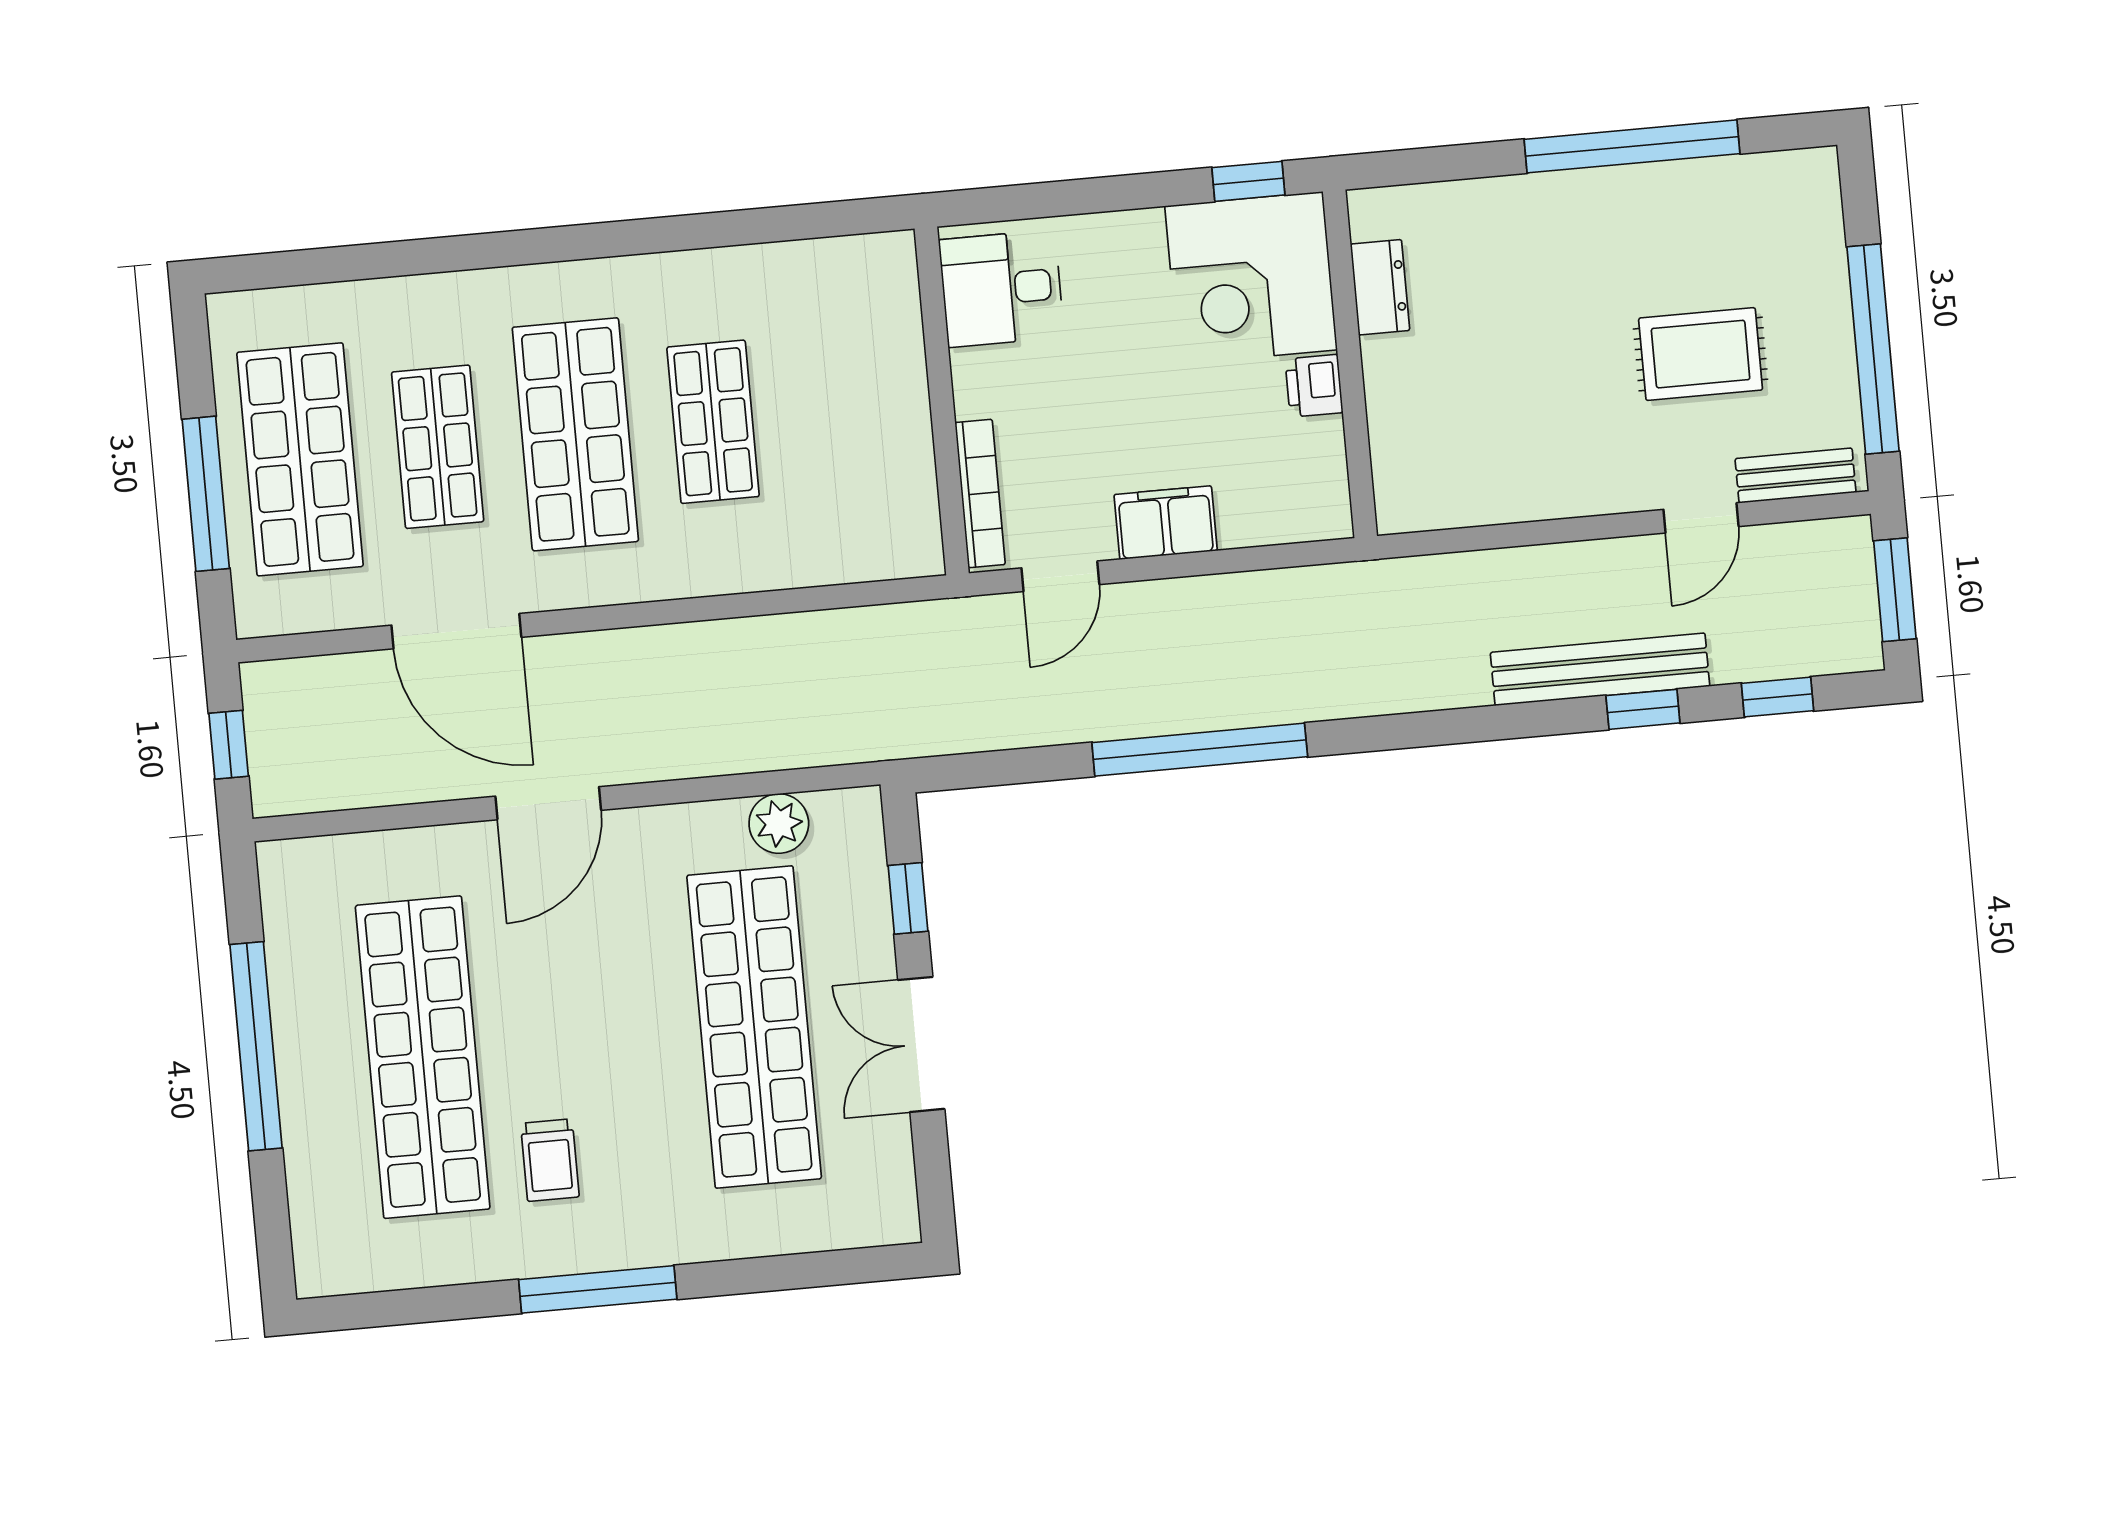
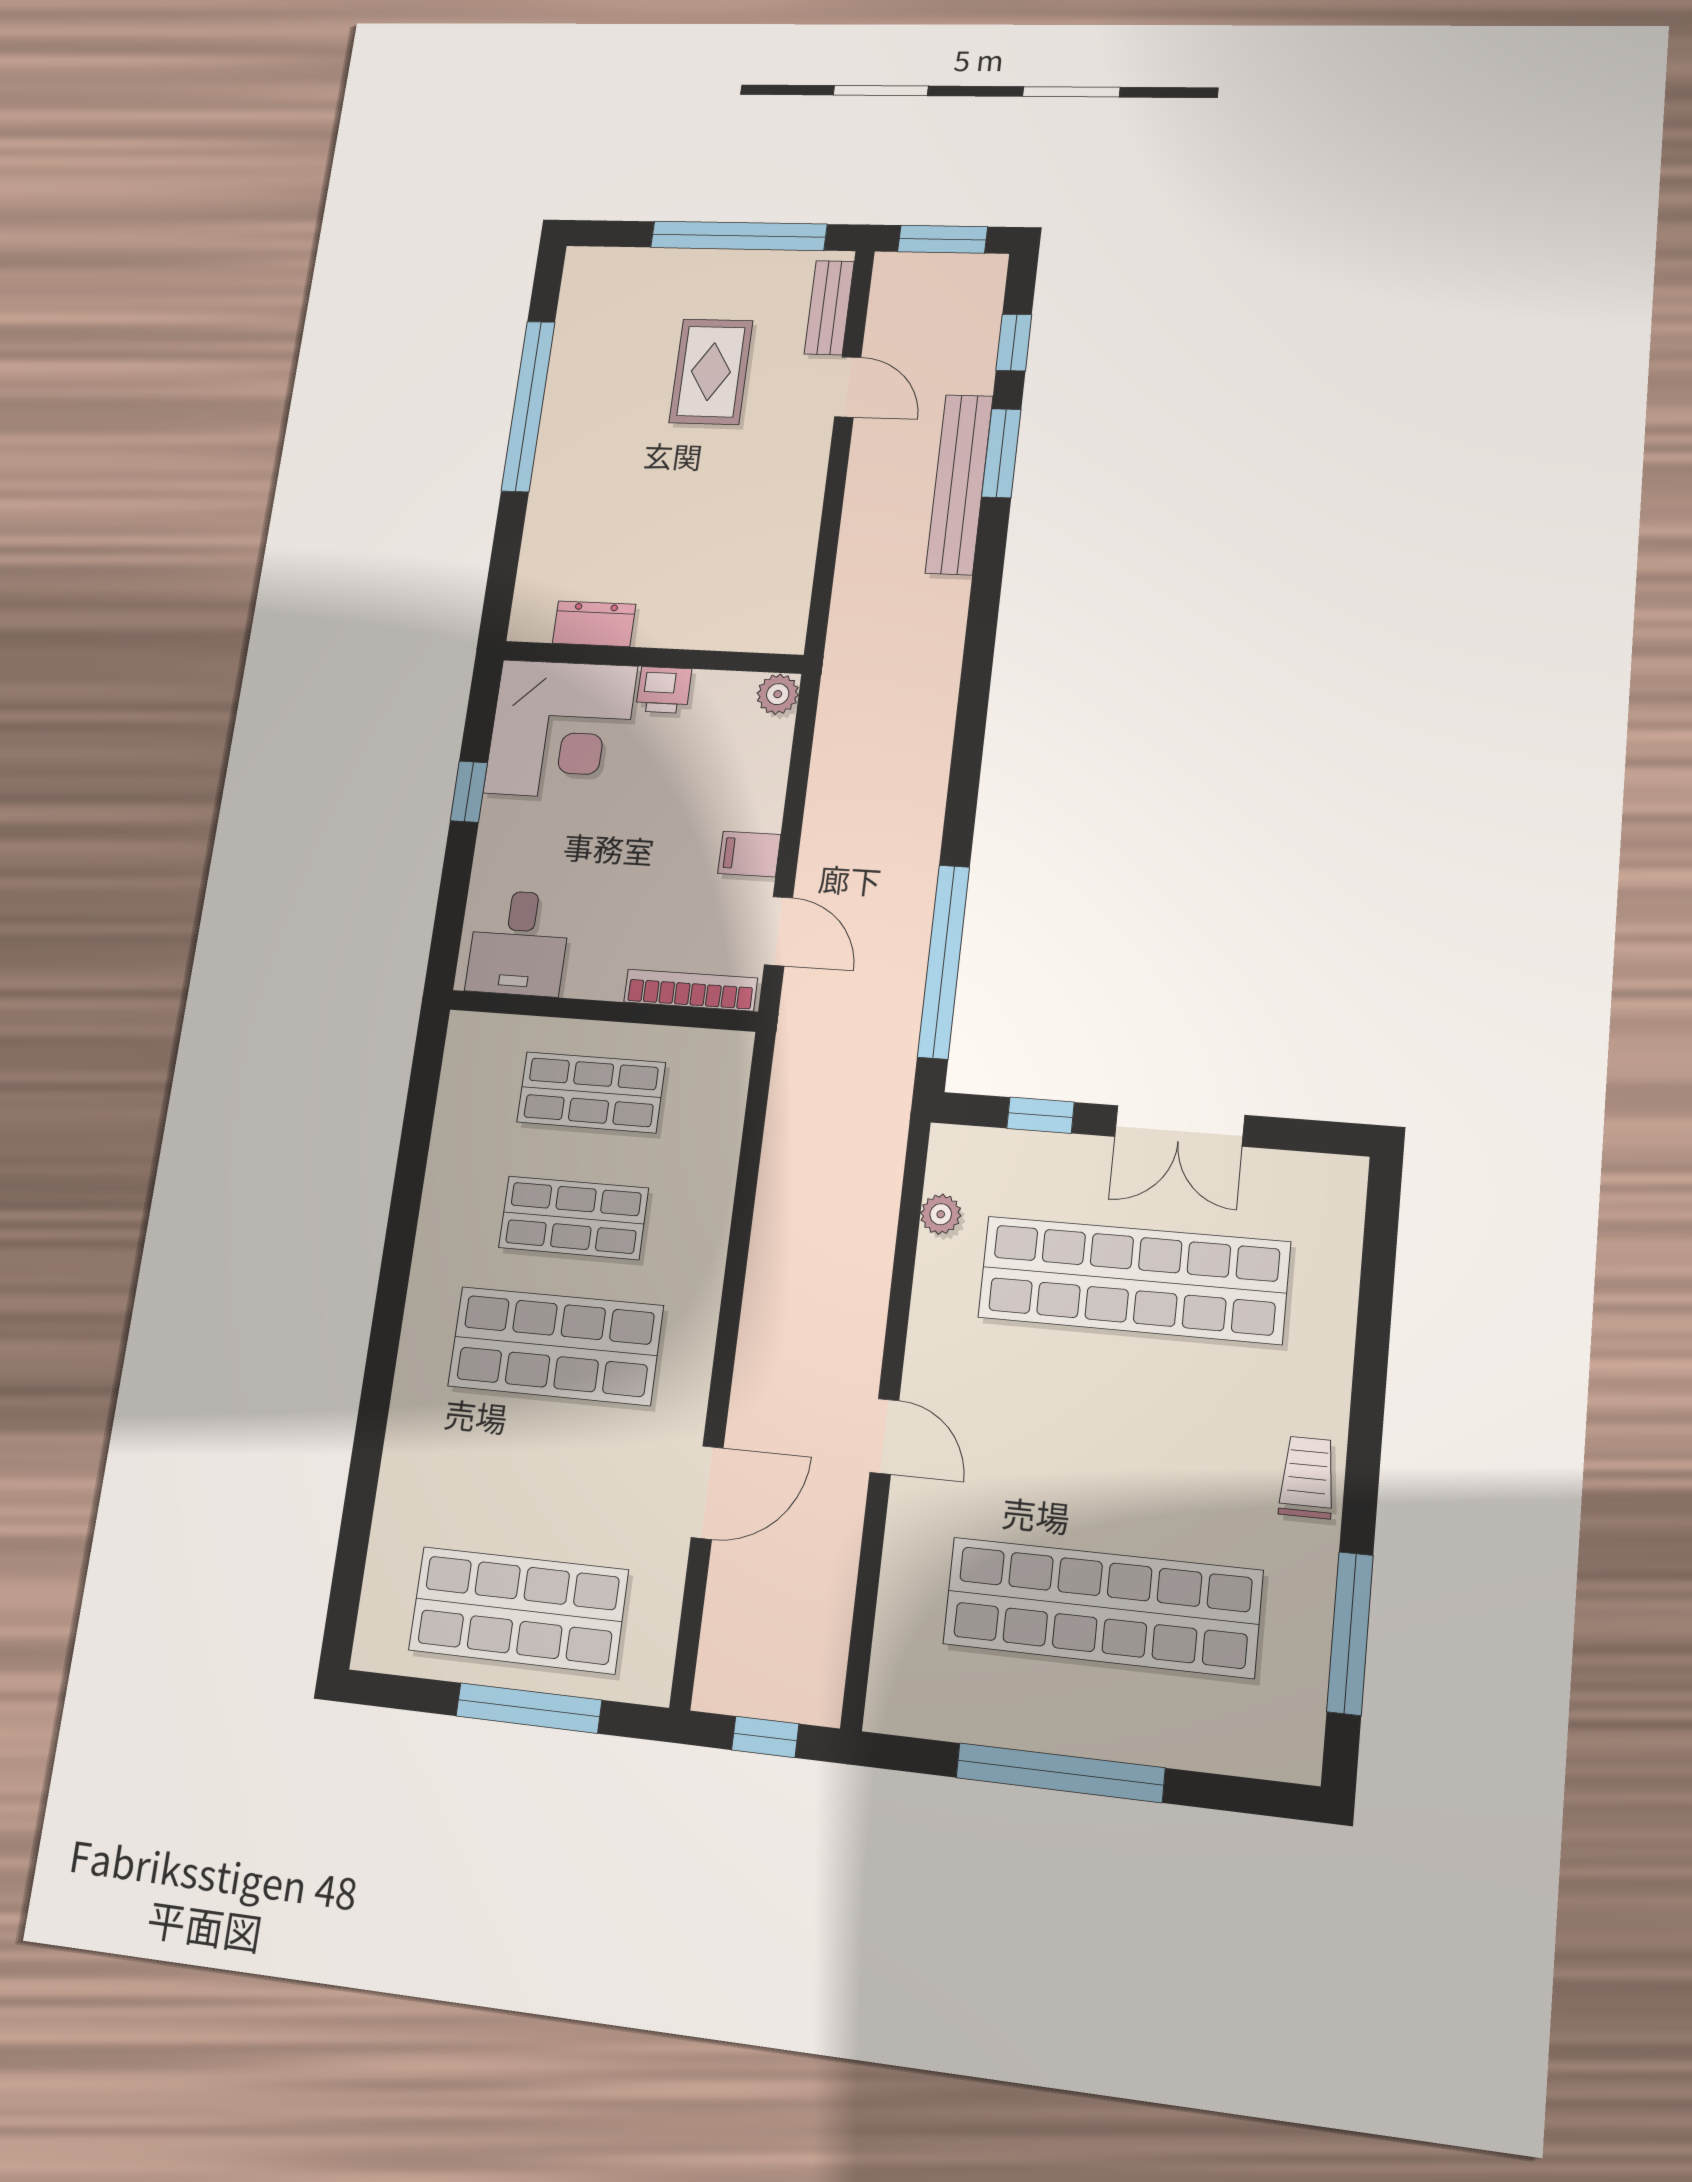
window: (1248, 181) -> (469, 792), moved
shop shelf: (438, 447) -> (591, 1092), moved
plant: (1327, 517) -> (778, 694), added
filing cabinet: (1166, 523) -> (749, 854), width x0.50
door: (456, 631) -> (707, 1493), width x0.73
window: (1643, 709) -> (1001, 453), width x1.50
window: (1200, 750) -> (944, 962), moved
door: (548, 803) -> (884, 1436), width x0.73
plant: (779, 824) -> (941, 1214), width x0.73, depth x0.73
trolley: (550, 1160) -> (1307, 1477), moved, turned -90
window: (598, 1289) -> (1350, 1633), moved

